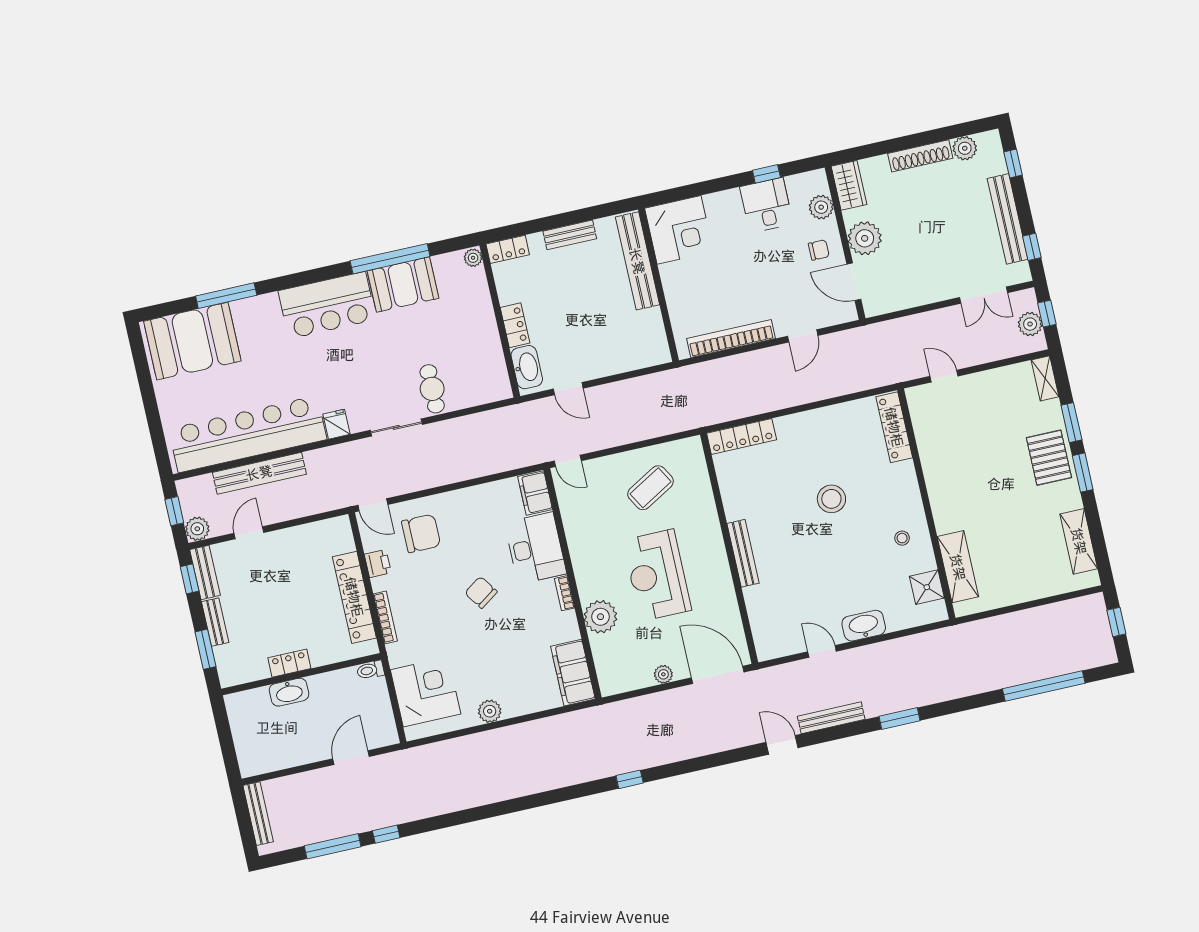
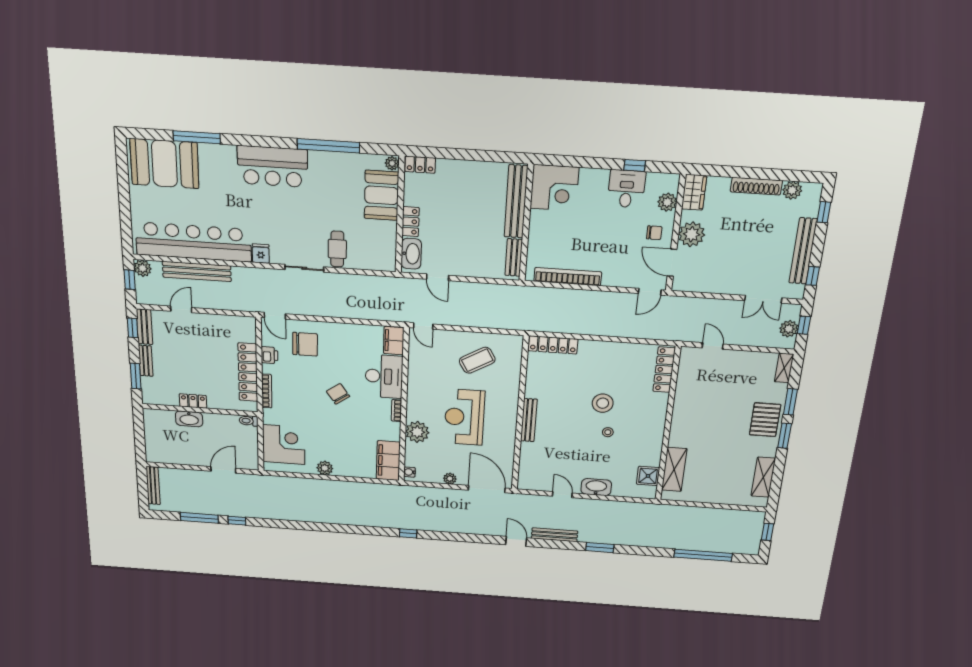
bench: (570, 235) -> (514, 257), moved, turned 90
booth: (403, 285) -> (381, 195), moved, turned 90
door: (803, 336) -> (650, 292), moved
plant: (197, 529) -> (143, 268), moved
stool: (902, 538) -> (608, 432), moved
water cooler: (606, 681) -> (409, 472), added

